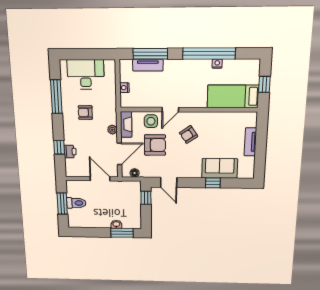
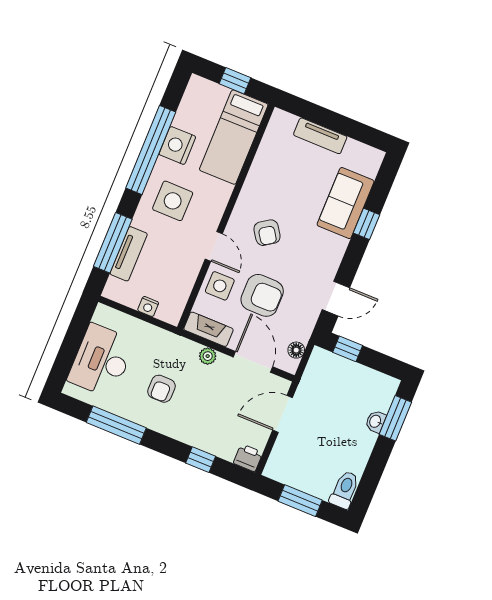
nightstand: (217, 64) -> (177, 145), width x1.89, depth x1.79
side table: (186, 77) -> (173, 201), added
armchair: (155, 145) -> (262, 295), turned 90
printer: (70, 152) -> (248, 458), moved
toilet: (76, 203) -> (345, 490), moved

